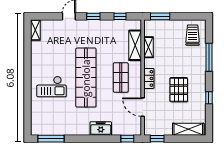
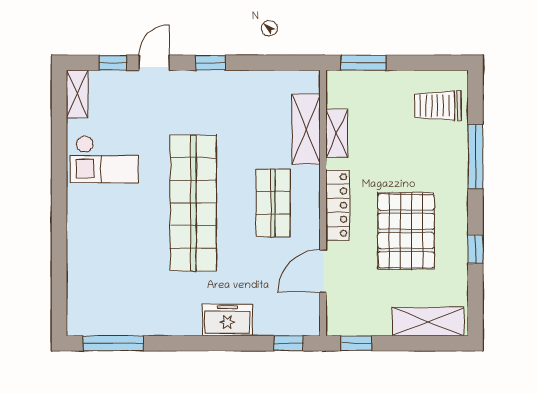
window: (120, 16) -> (113, 63), moved
trolley: (193, 35) -> (438, 106), turned -90
locker: (149, 78) -> (338, 205), width x1.53
checkout: (52, 87) -> (104, 159), moved
pallet: (179, 90) -> (406, 231), width x1.37, depth x1.41
door: (143, 107) -> (323, 271), hinge flipped

